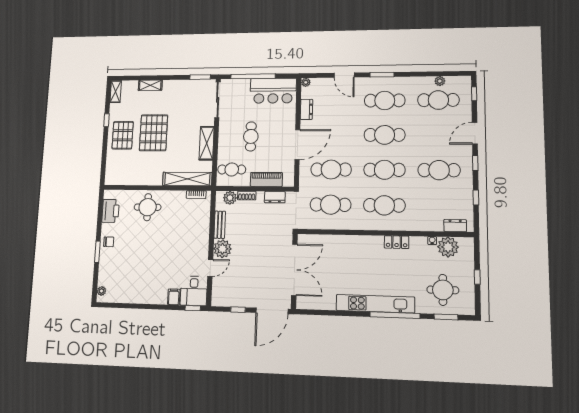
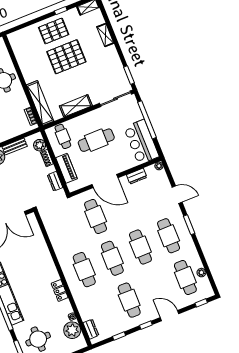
door: (344, 75) -> (177, 195), swing flipped
cafe table: (251, 136) -> (96, 140), width x1.37, depth x1.35
cafe table: (330, 205) -> (67, 228), removed

